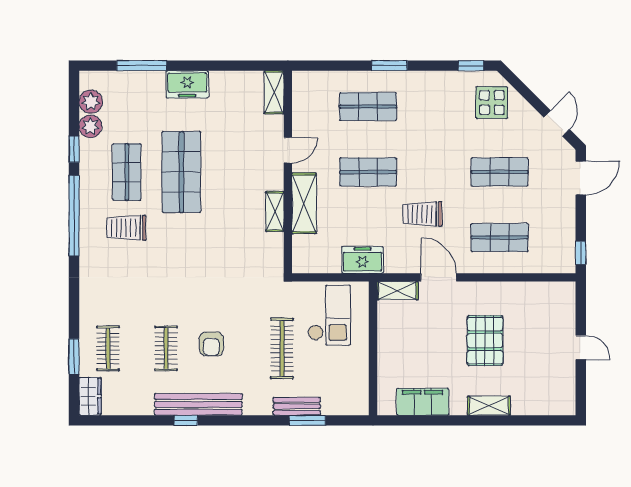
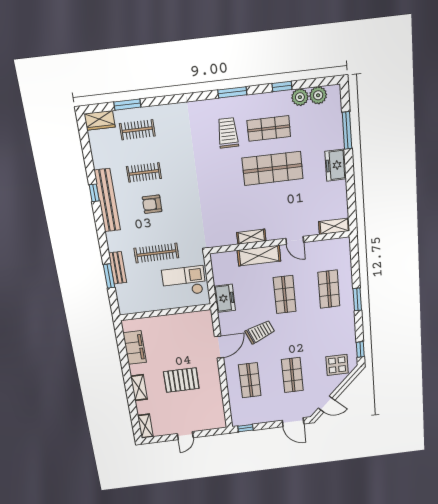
trolley: (422, 214) -> (260, 332), turned 68
window: (74, 216) -> (232, 92), width x0.47
shelving: (397, 291) -> (145, 426), moved
checkout: (329, 315) -> (184, 281), turned 180

